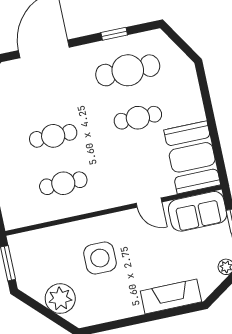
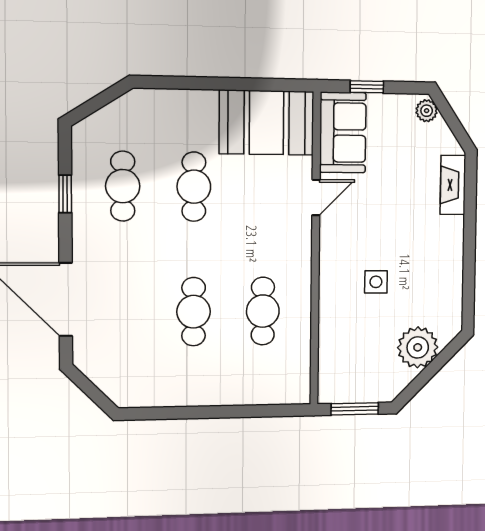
cafe table: (128, 70) -> (123, 186), width x0.73, depth x0.74
side table: (100, 258) -> (376, 282), width x0.54, depth x0.54
fireplace: (171, 296) -> (453, 185), width x0.73, depth x0.76

